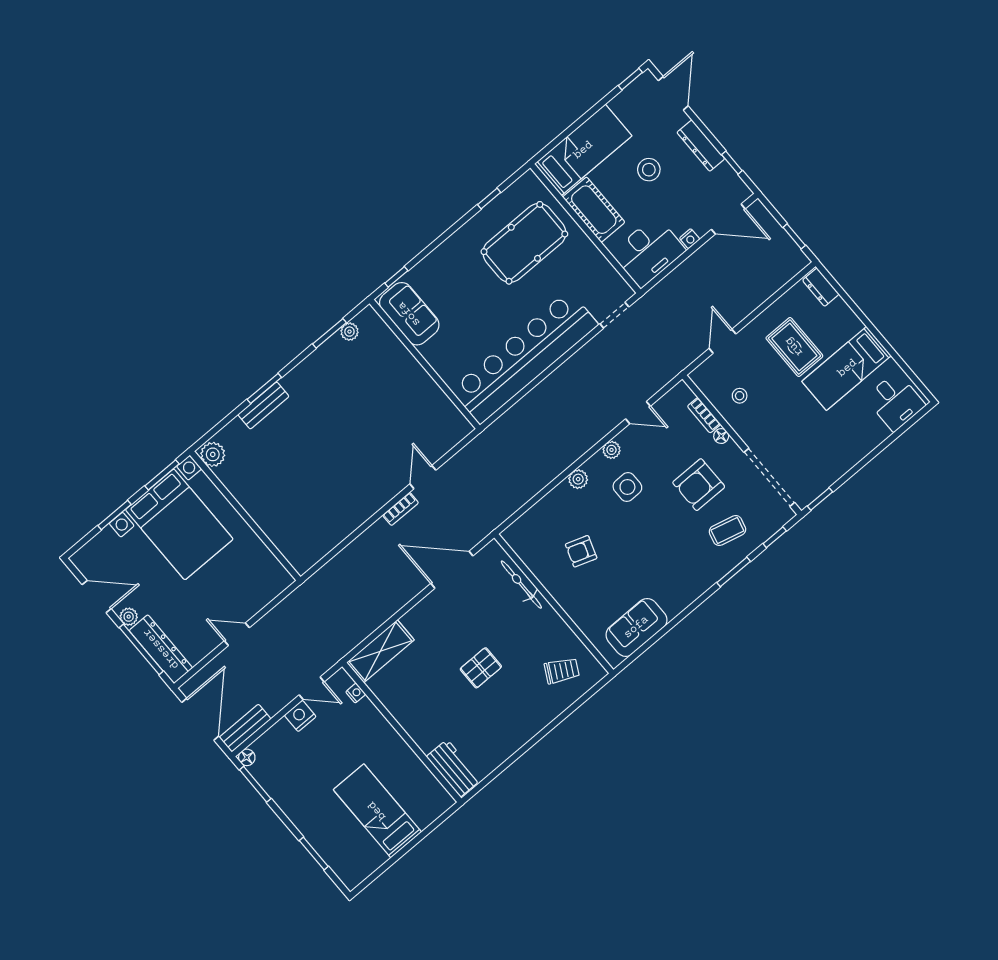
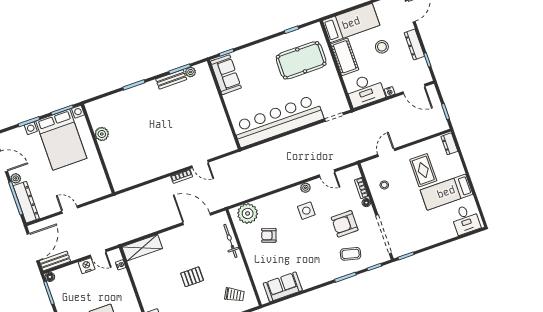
bench: (263, 405) -> (171, 79), moved
plant: (213, 454) -> (102, 134), moved
door: (423, 477) -> (200, 164), swing flipped
plant: (578, 479) -> (248, 213), moved, width x1.87, depth x1.87

